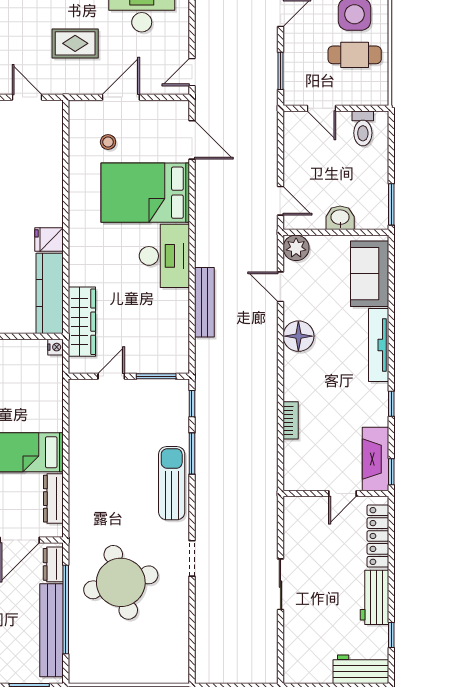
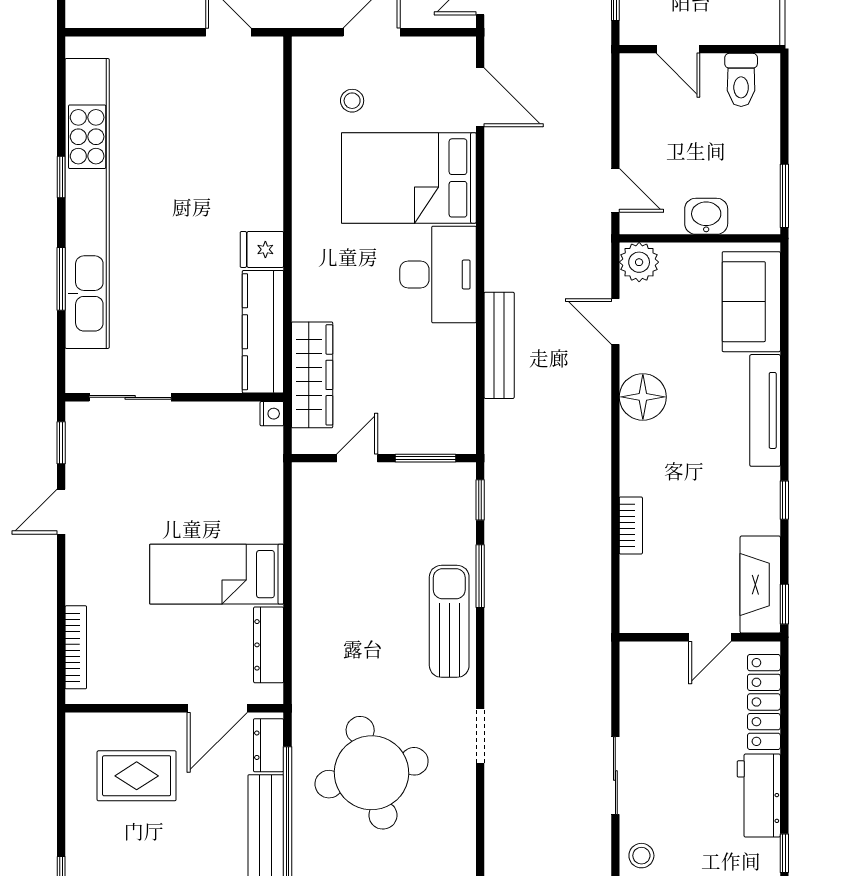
stool: (298, 637) -> (641, 856), added

